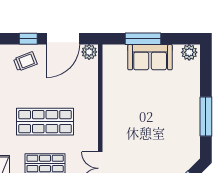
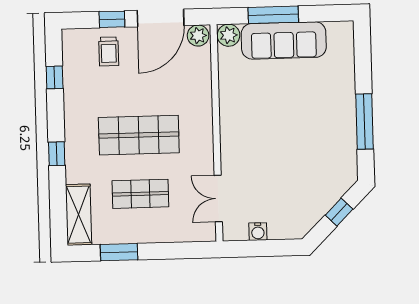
plant: (189, 52) -> (229, 35), moved
sofa: (150, 57) -> (284, 40), width x1.36
trolley: (25, 61) -> (109, 51), turned 111

